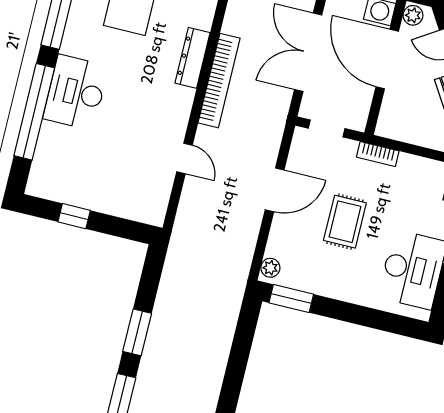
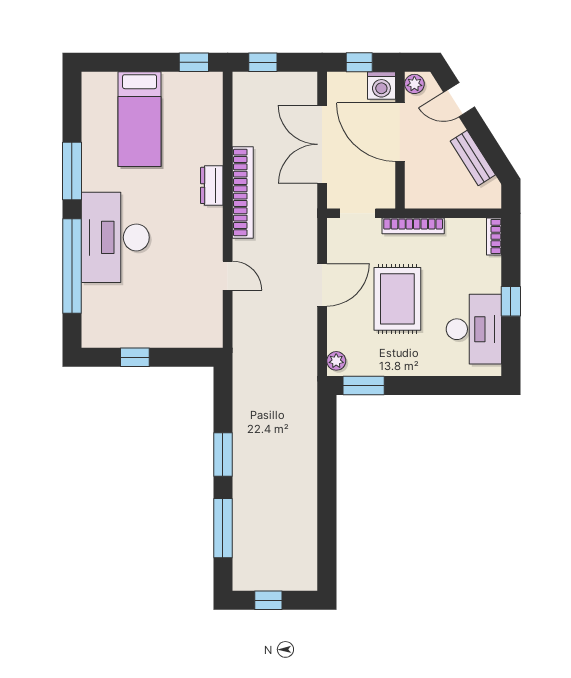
dresser: (192, 58) -> (212, 185), width x0.70
desk: (76, 92) -> (115, 237), width x1.36, depth x1.30
bookcase: (378, 154) -> (413, 226), width x1.56
rug: (345, 222) -> (397, 299), width x1.36, depth x1.43

